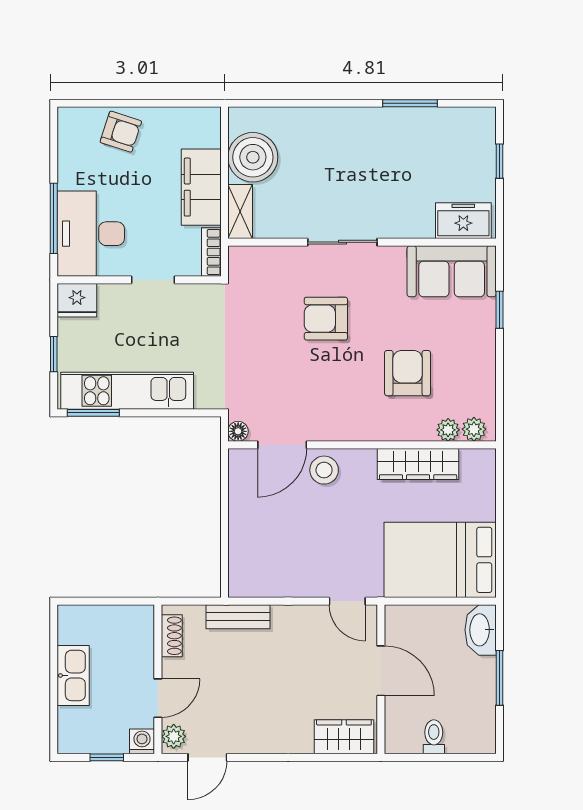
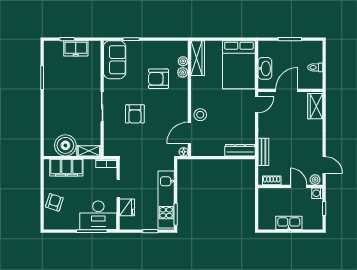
filing cabinet: (201, 187) -> (66, 168), moved
freezer: (463, 221) -> (76, 48), moved, turned -90
fridge: (77, 300) -> (127, 207), moved
plant: (474, 429) -> (183, 72), moved
door: (282, 445) -> (189, 133), swing flipped
wardrobe: (418, 464) -> (198, 58), moved
dresser: (242, 562) -> (240, 150), added
washbasin: (481, 630) -> (265, 68), moved, turned -90

